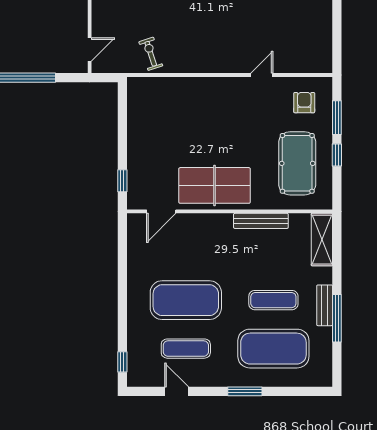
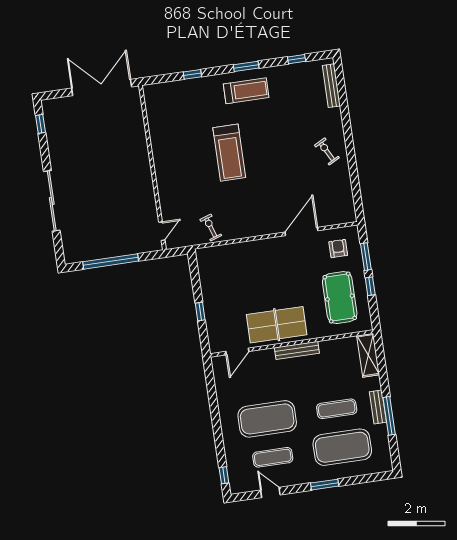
door: (262, 75) -> (301, 231), width x1.88
window: (122, 181) -> (200, 311), moved
bench: (261, 221) -> (297, 350), moved

